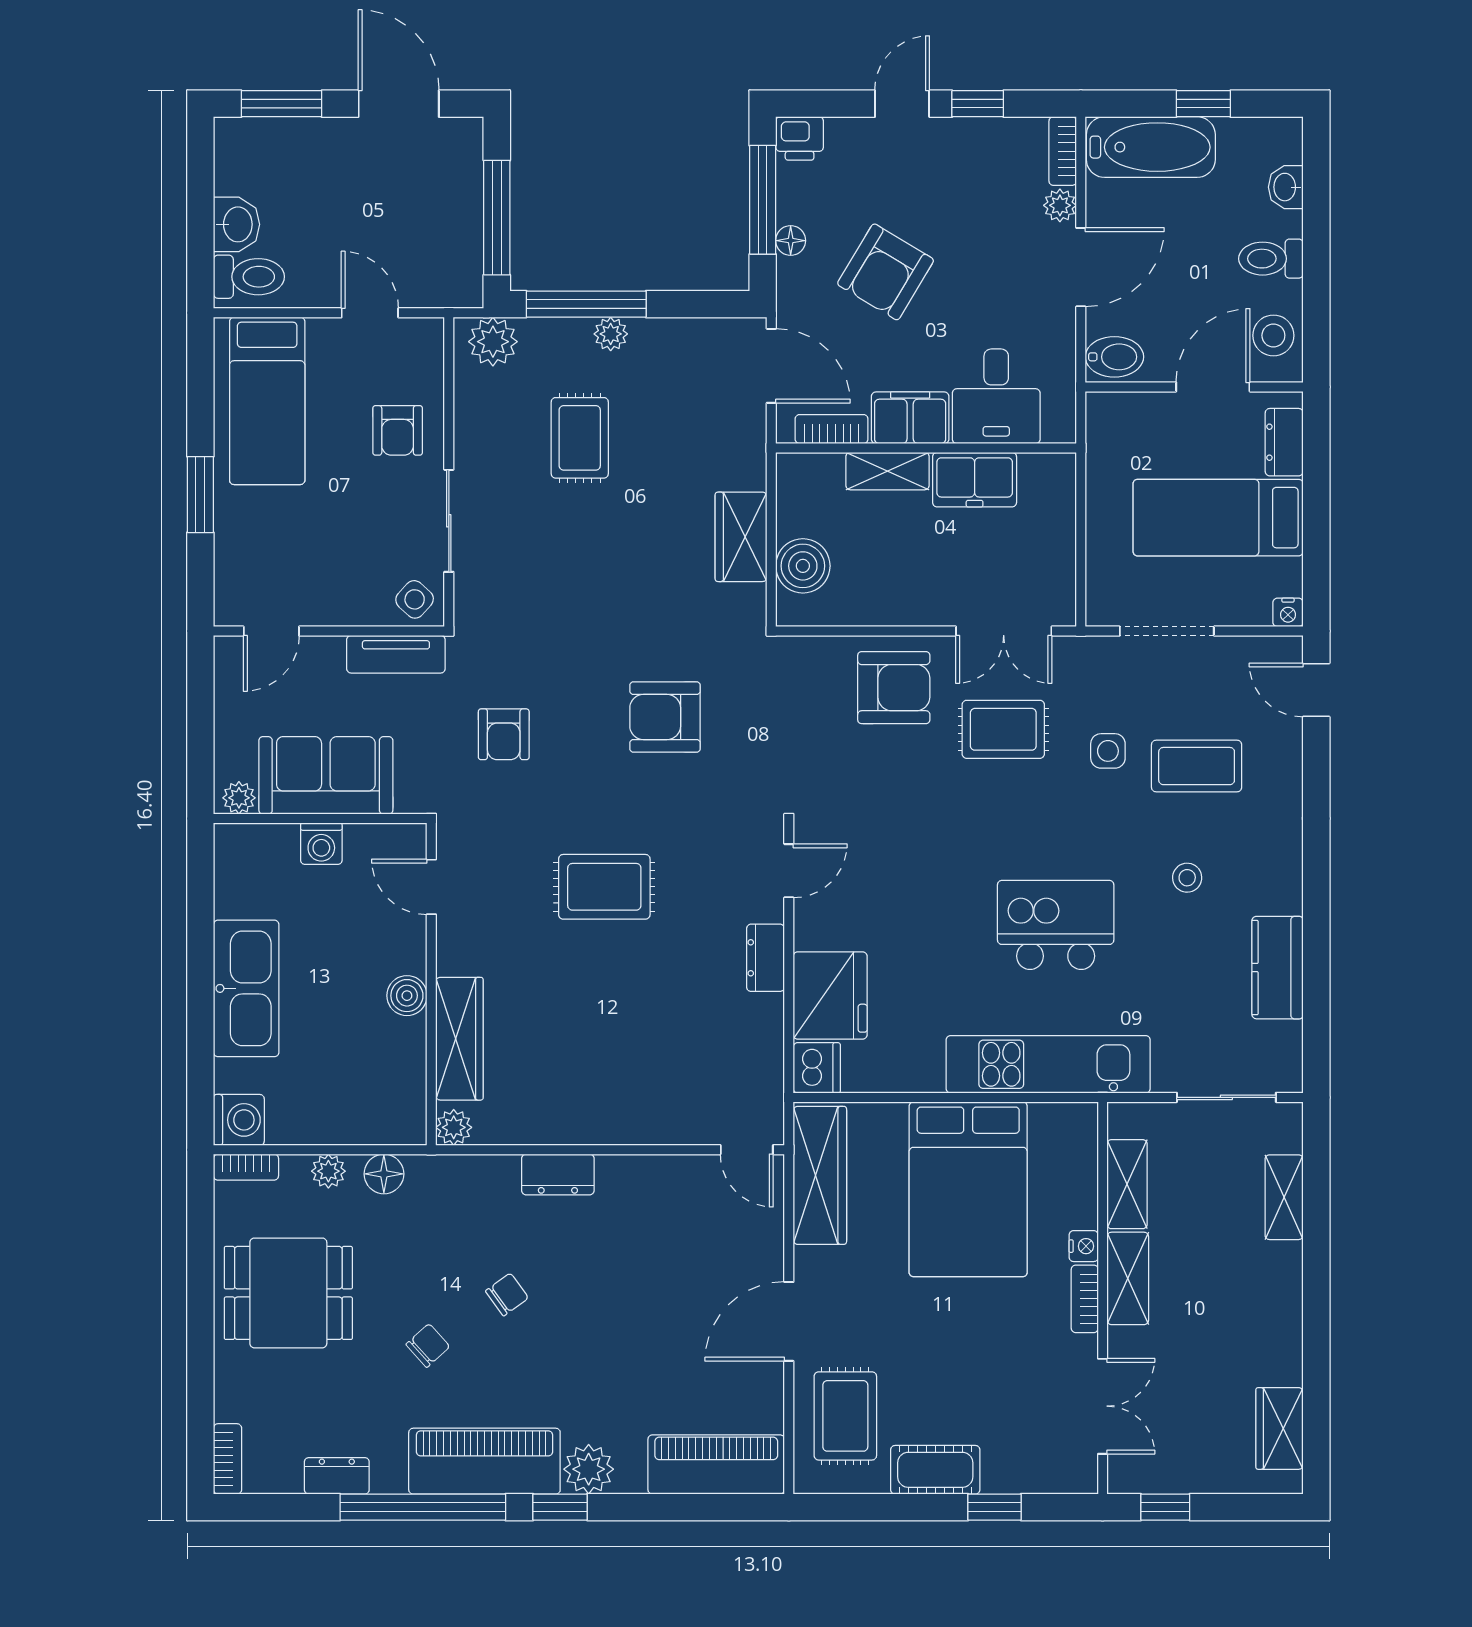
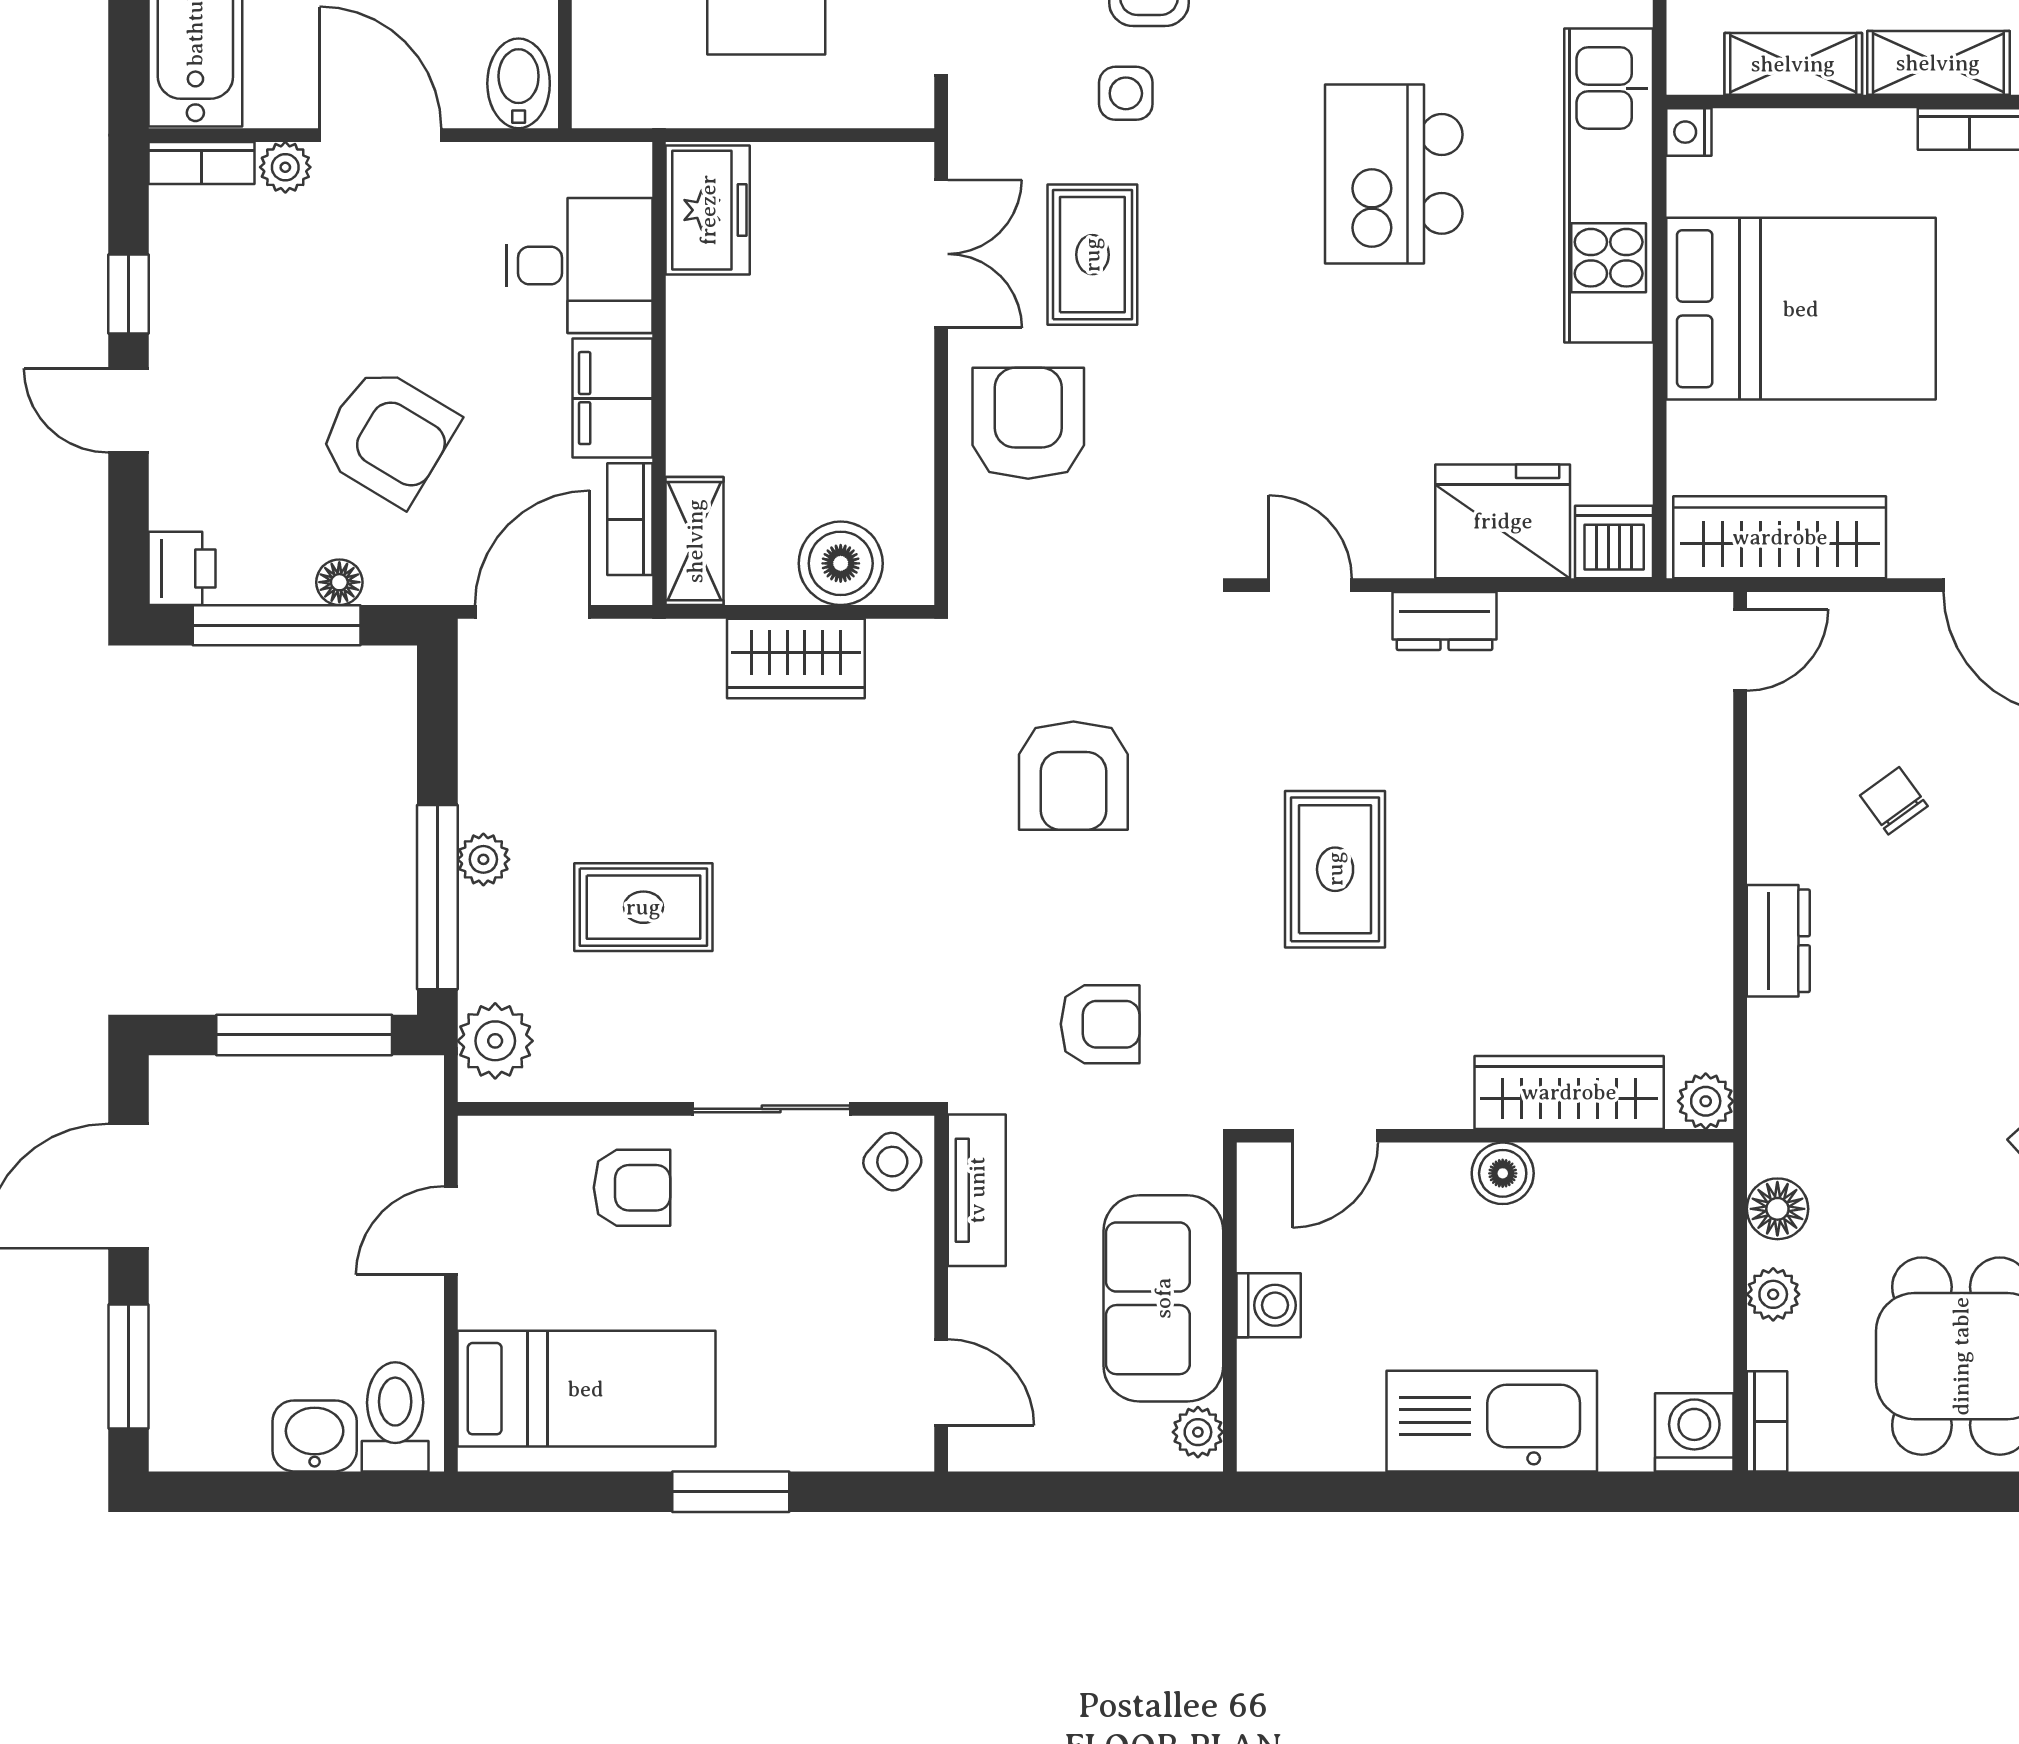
shelving: (887, 471) -> (695, 541), moved
freezer: (975, 480) -> (708, 210), moved
nightstand: (1084, 1246) -> (1689, 132), moved, turned -90
chair: (507, 1294) -> (1894, 801), moved

